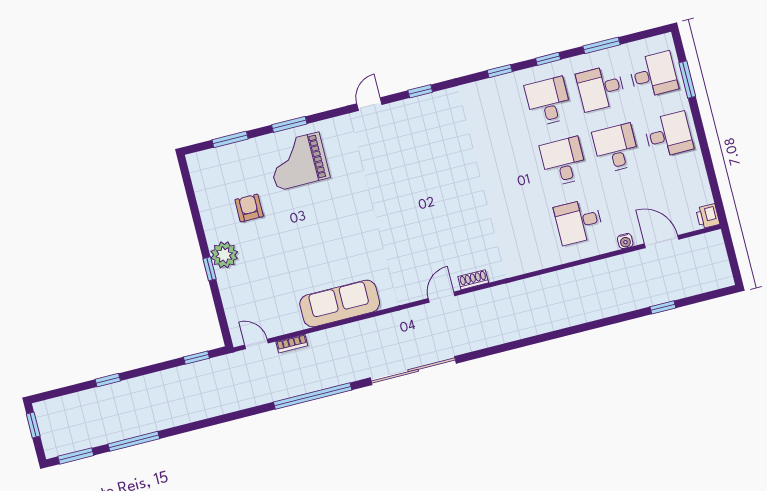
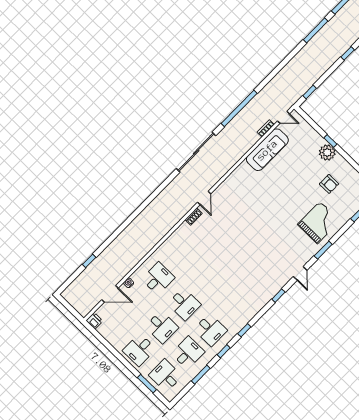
desk: (653, 75) -> (166, 376), turned 90
window: (289, 124) -> (323, 250), moved
sofa: (340, 303) -> (267, 150), moved

